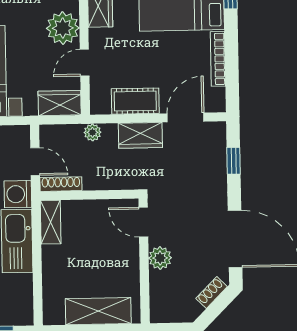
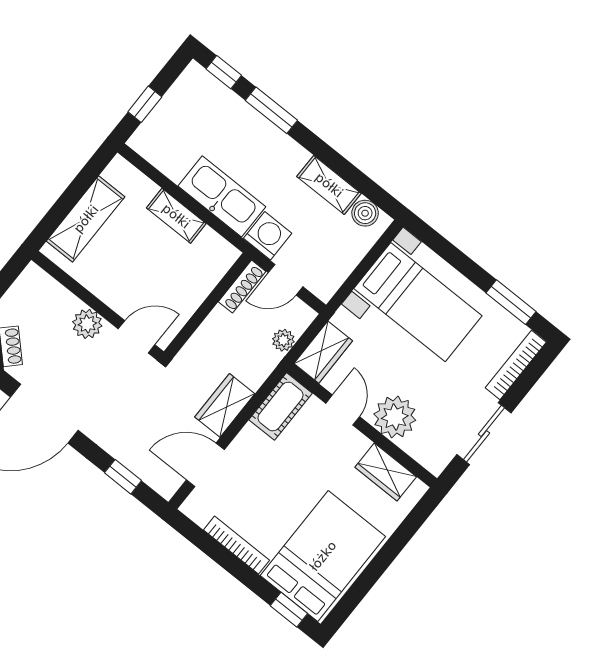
cot: (135, 101) -> (281, 406), moved
door: (186, 117) -> (205, 465), swing flipped
plant: (93, 132) -> (283, 340), moved
shelving: (51, 222) -> (176, 216), moved

